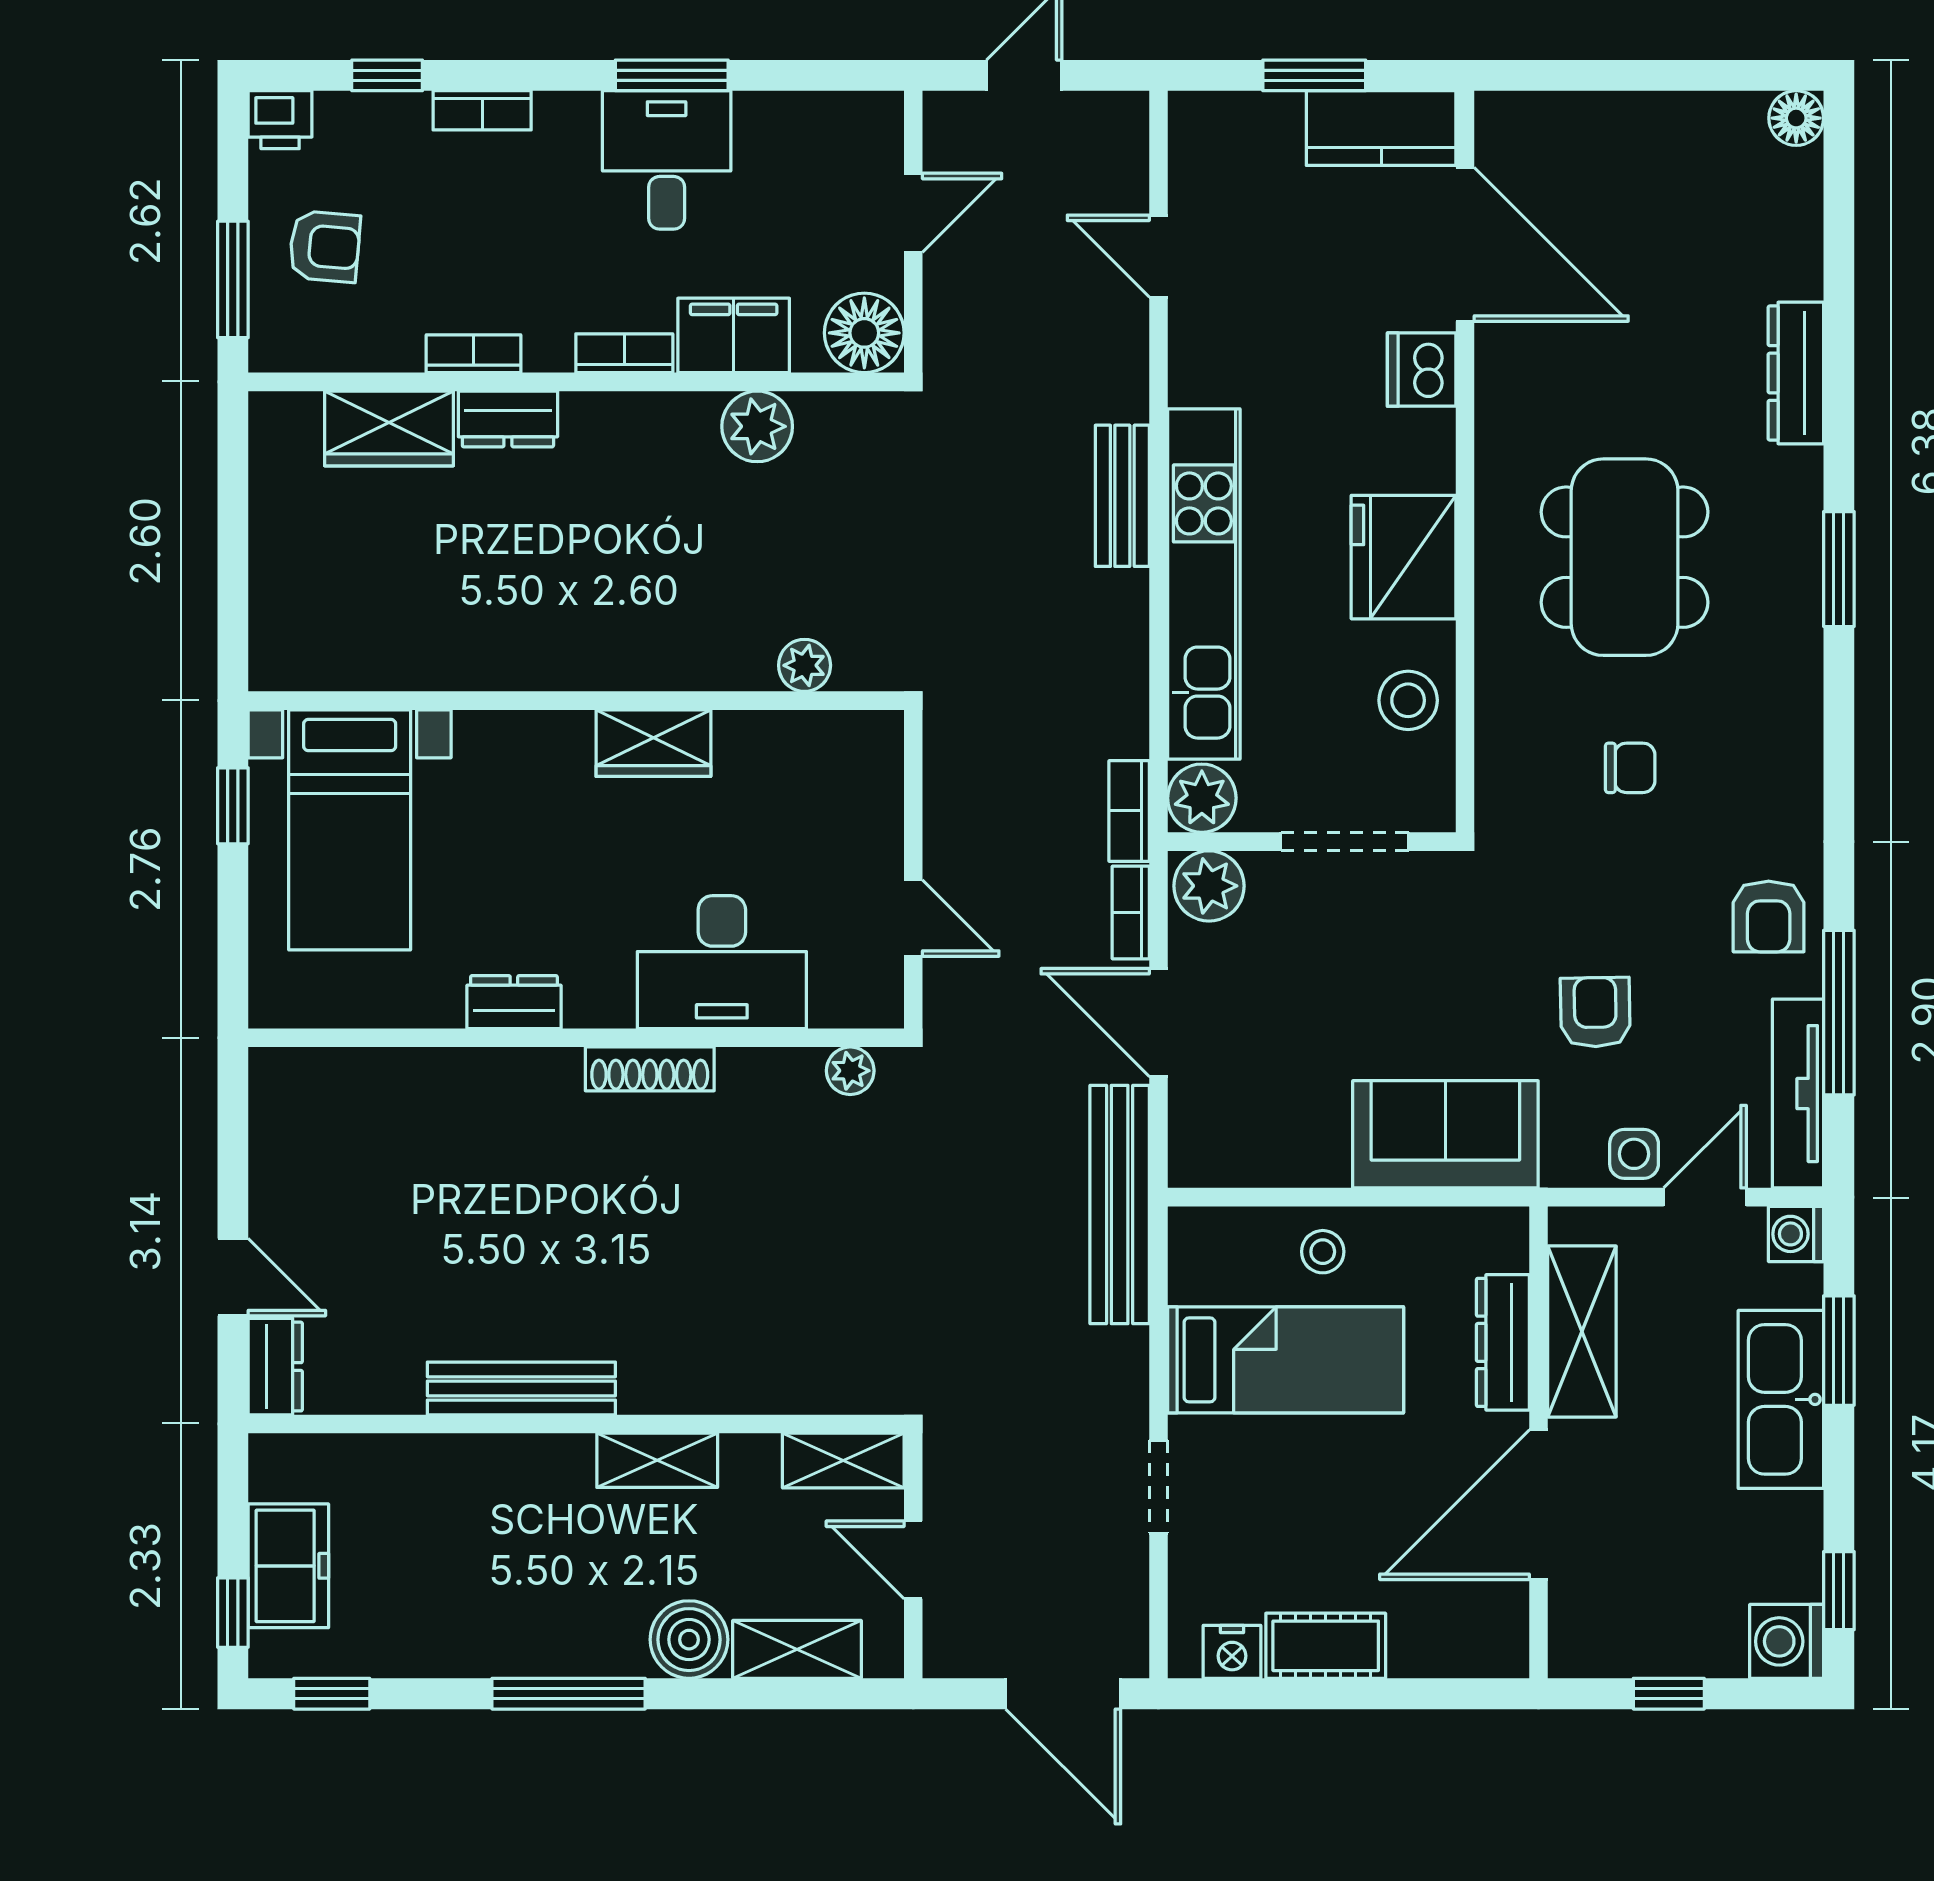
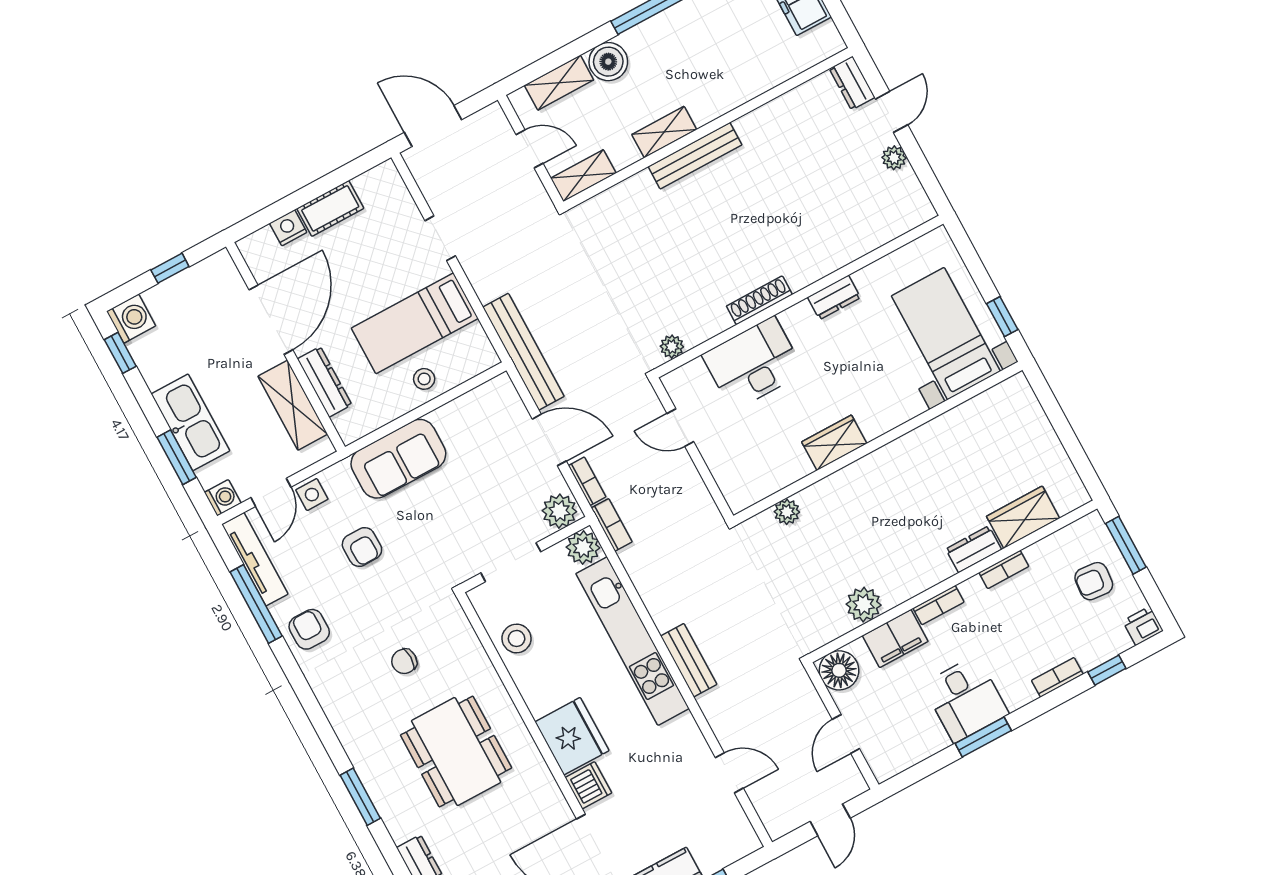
fridge: (1403, 557) -> (572, 736), moved
plant: (273, 1193) -> (894, 158), added
door: (233, 1277) -> (892, 112), swing flipped
bench: (521, 1388) -> (695, 156), moved
nightstand: (1232, 1652) -> (288, 228), moved

